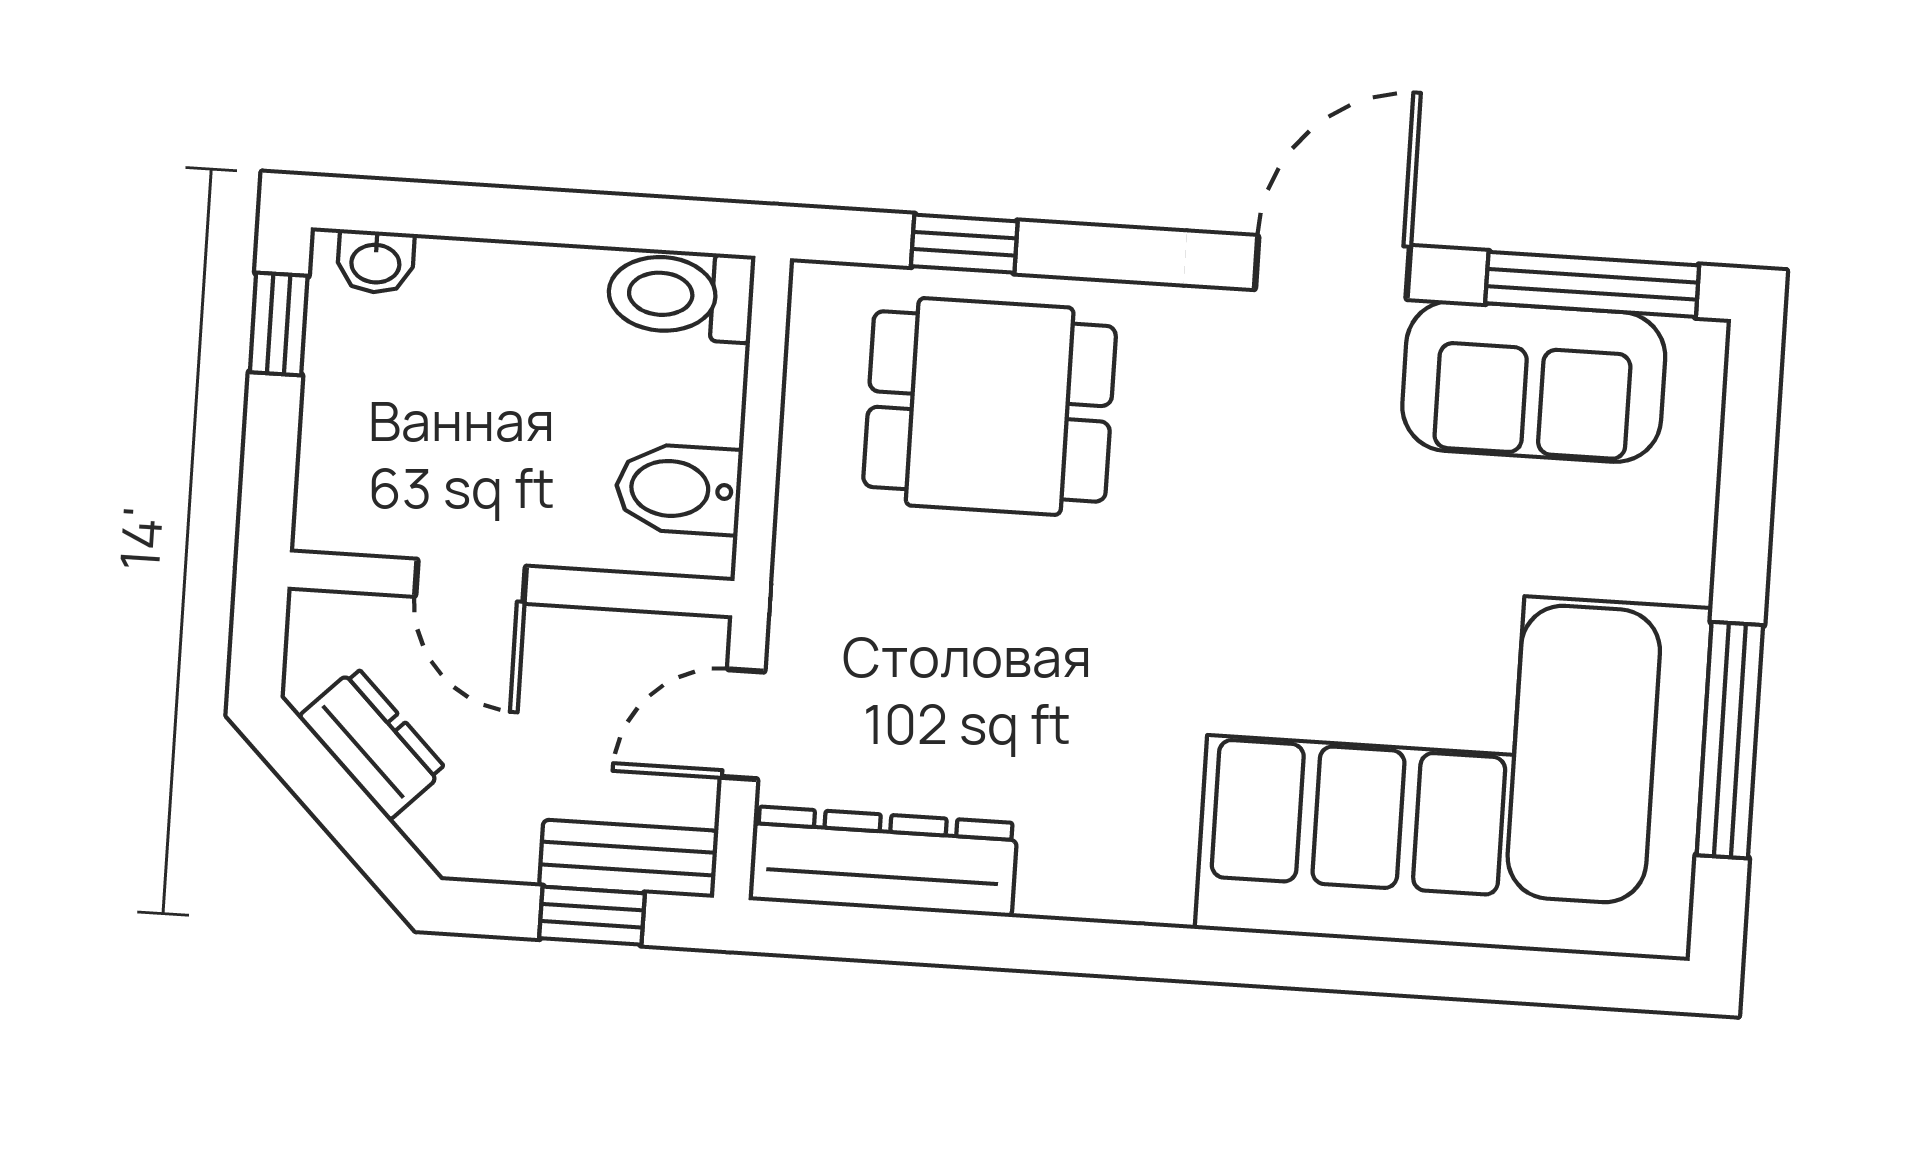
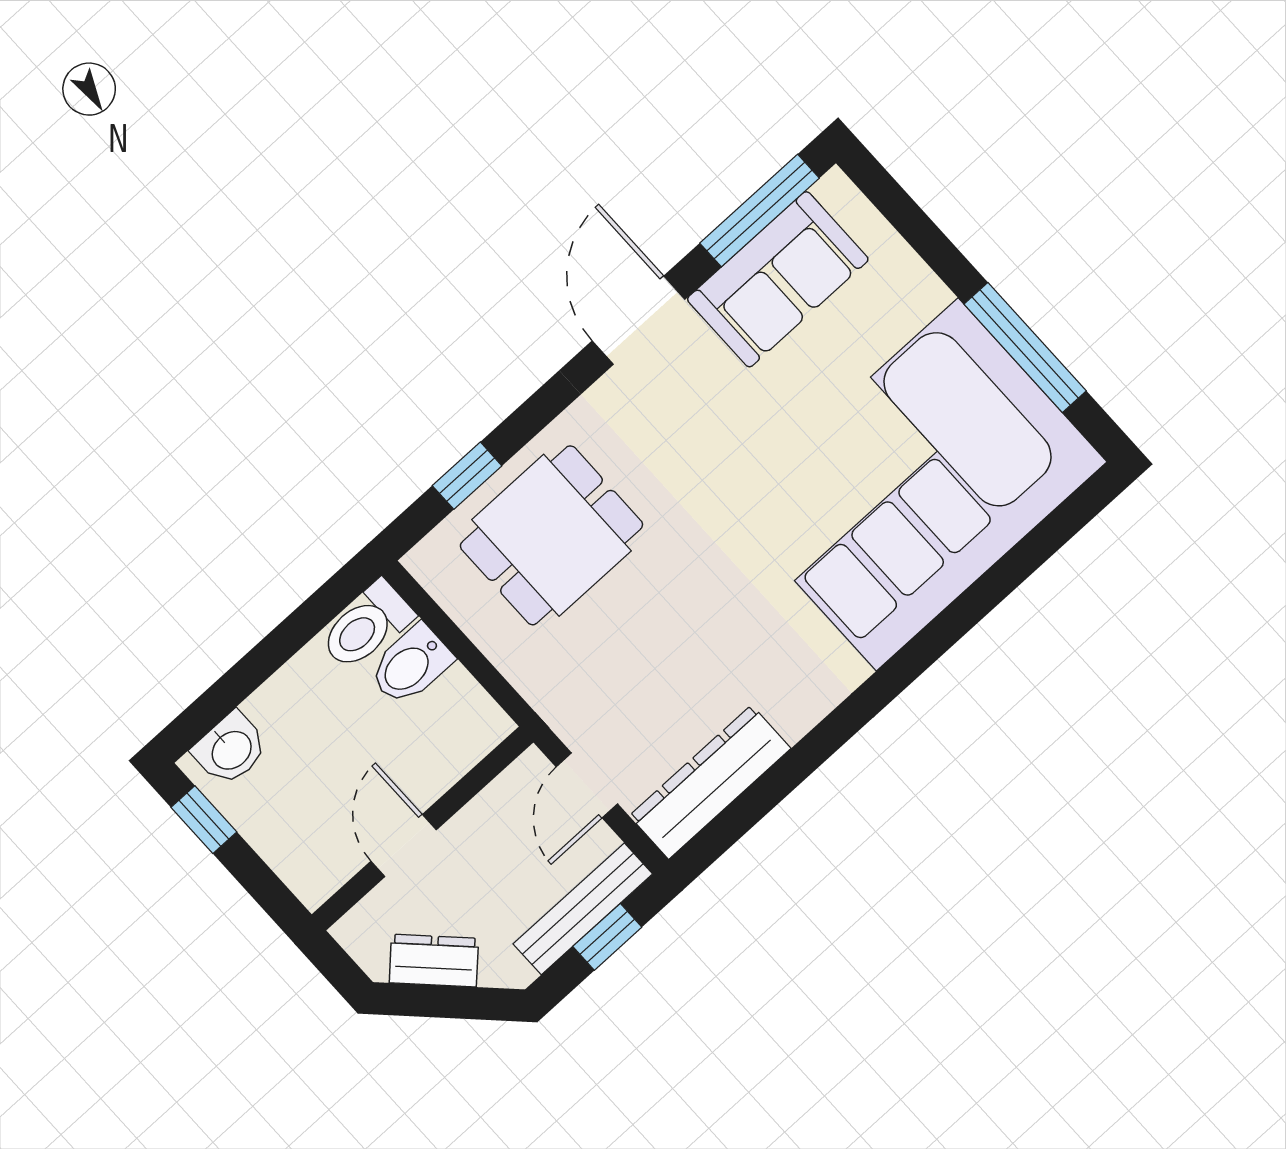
washbasin: (375, 262) -> (231, 749), width x1.38, depth x1.45
bidet: (678, 489) -> (411, 665), moved
door: (471, 581) -> (404, 846), swing flipped
bench: (629, 859) -> (583, 909), width x1.36

